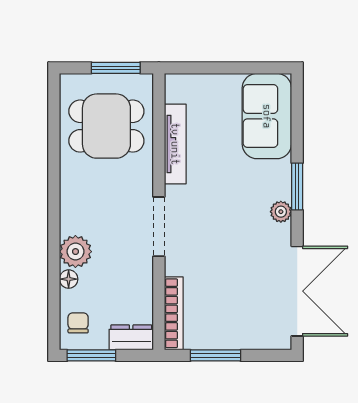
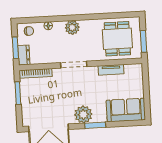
tv unit: (175, 144) -> (111, 70), width x0.71
plant: (281, 212) -> (83, 114), width x1.87, depth x1.87
plant: (75, 252) -> (72, 27), moved
window: (91, 355) -> (15, 48), moved

